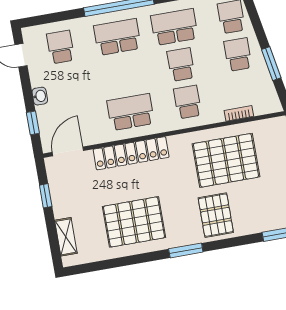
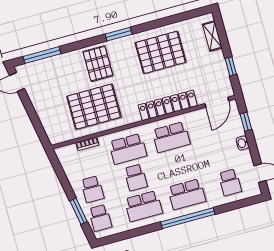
window: (271, 64) -> (79, 211), moved
school desk: (188, 102) -> (128, 149), width x1.85

